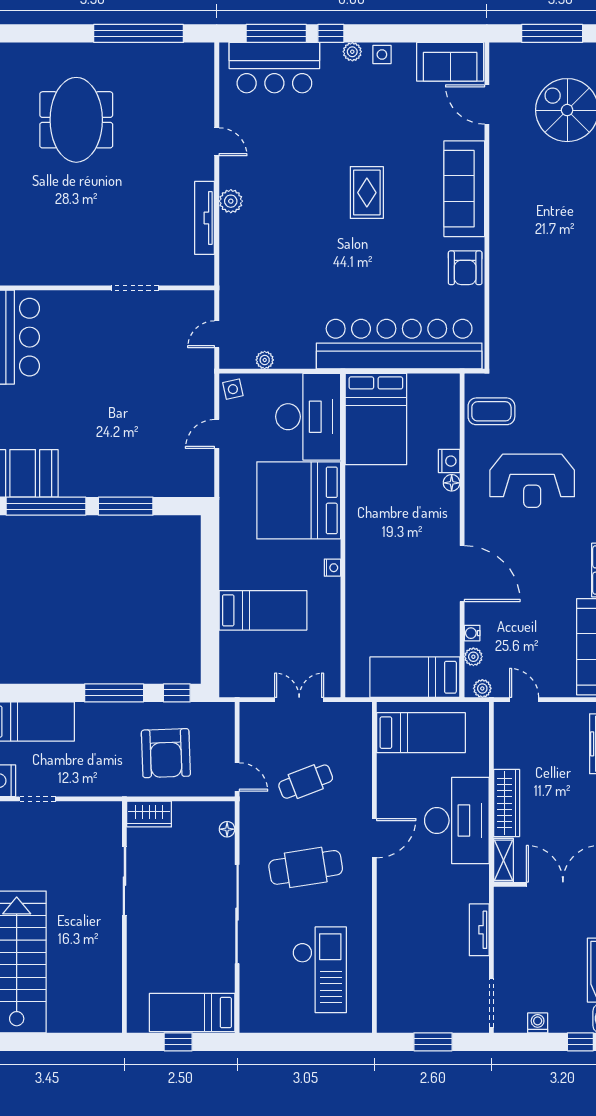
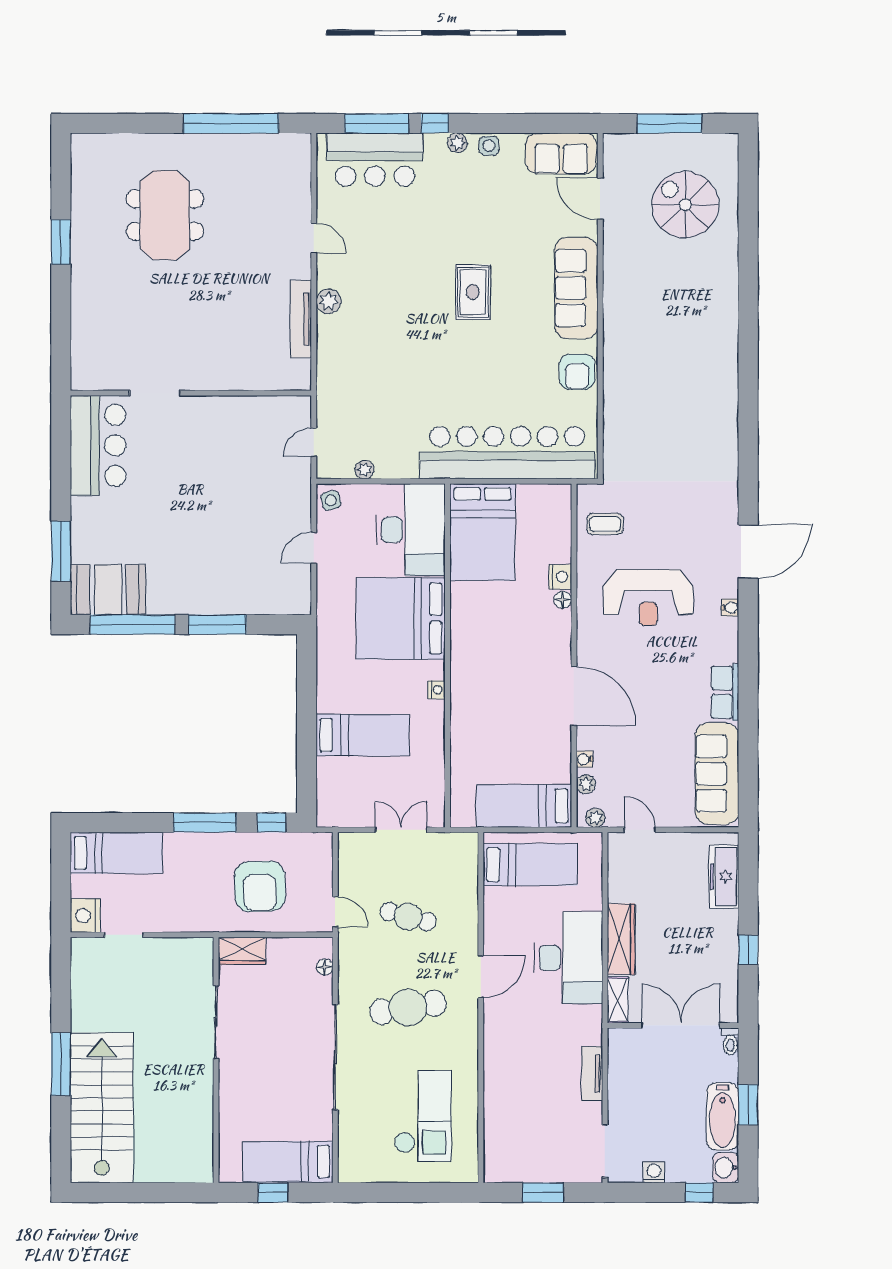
doorway: (135, 288) -> (155, 393), moved
coffee table: (491, 411) -> (605, 524), width x0.73, depth x0.77
cafe table: (306, 782) -> (408, 917), turned 36

